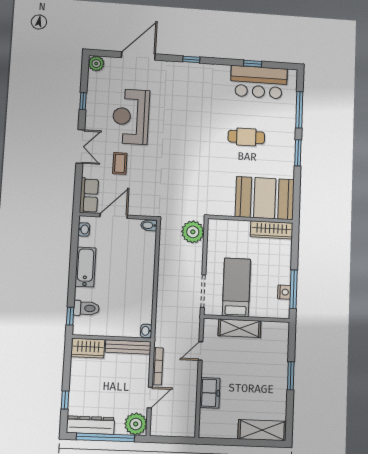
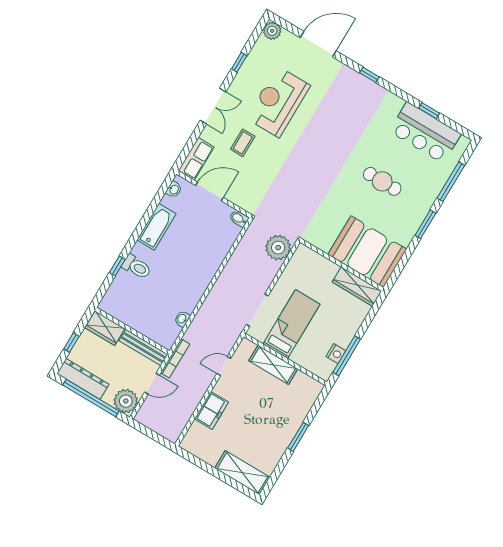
wall: (112, 338) -> (132, 331), moved
bench: (128, 347) -> (143, 347), moved
wardrobe: (88, 348) -> (105, 328), moved

